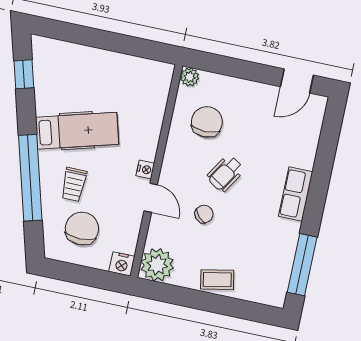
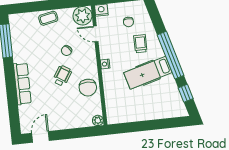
chair: (207, 122) -> (88, 88), moved
window: (30, 178) -> (171, 55), moved
row of seats: (296, 194) -> (22, 84), width x1.48
door: (151, 198) -> (96, 34), moved
chair: (82, 229) -> (128, 22), width x0.54, depth x0.54

